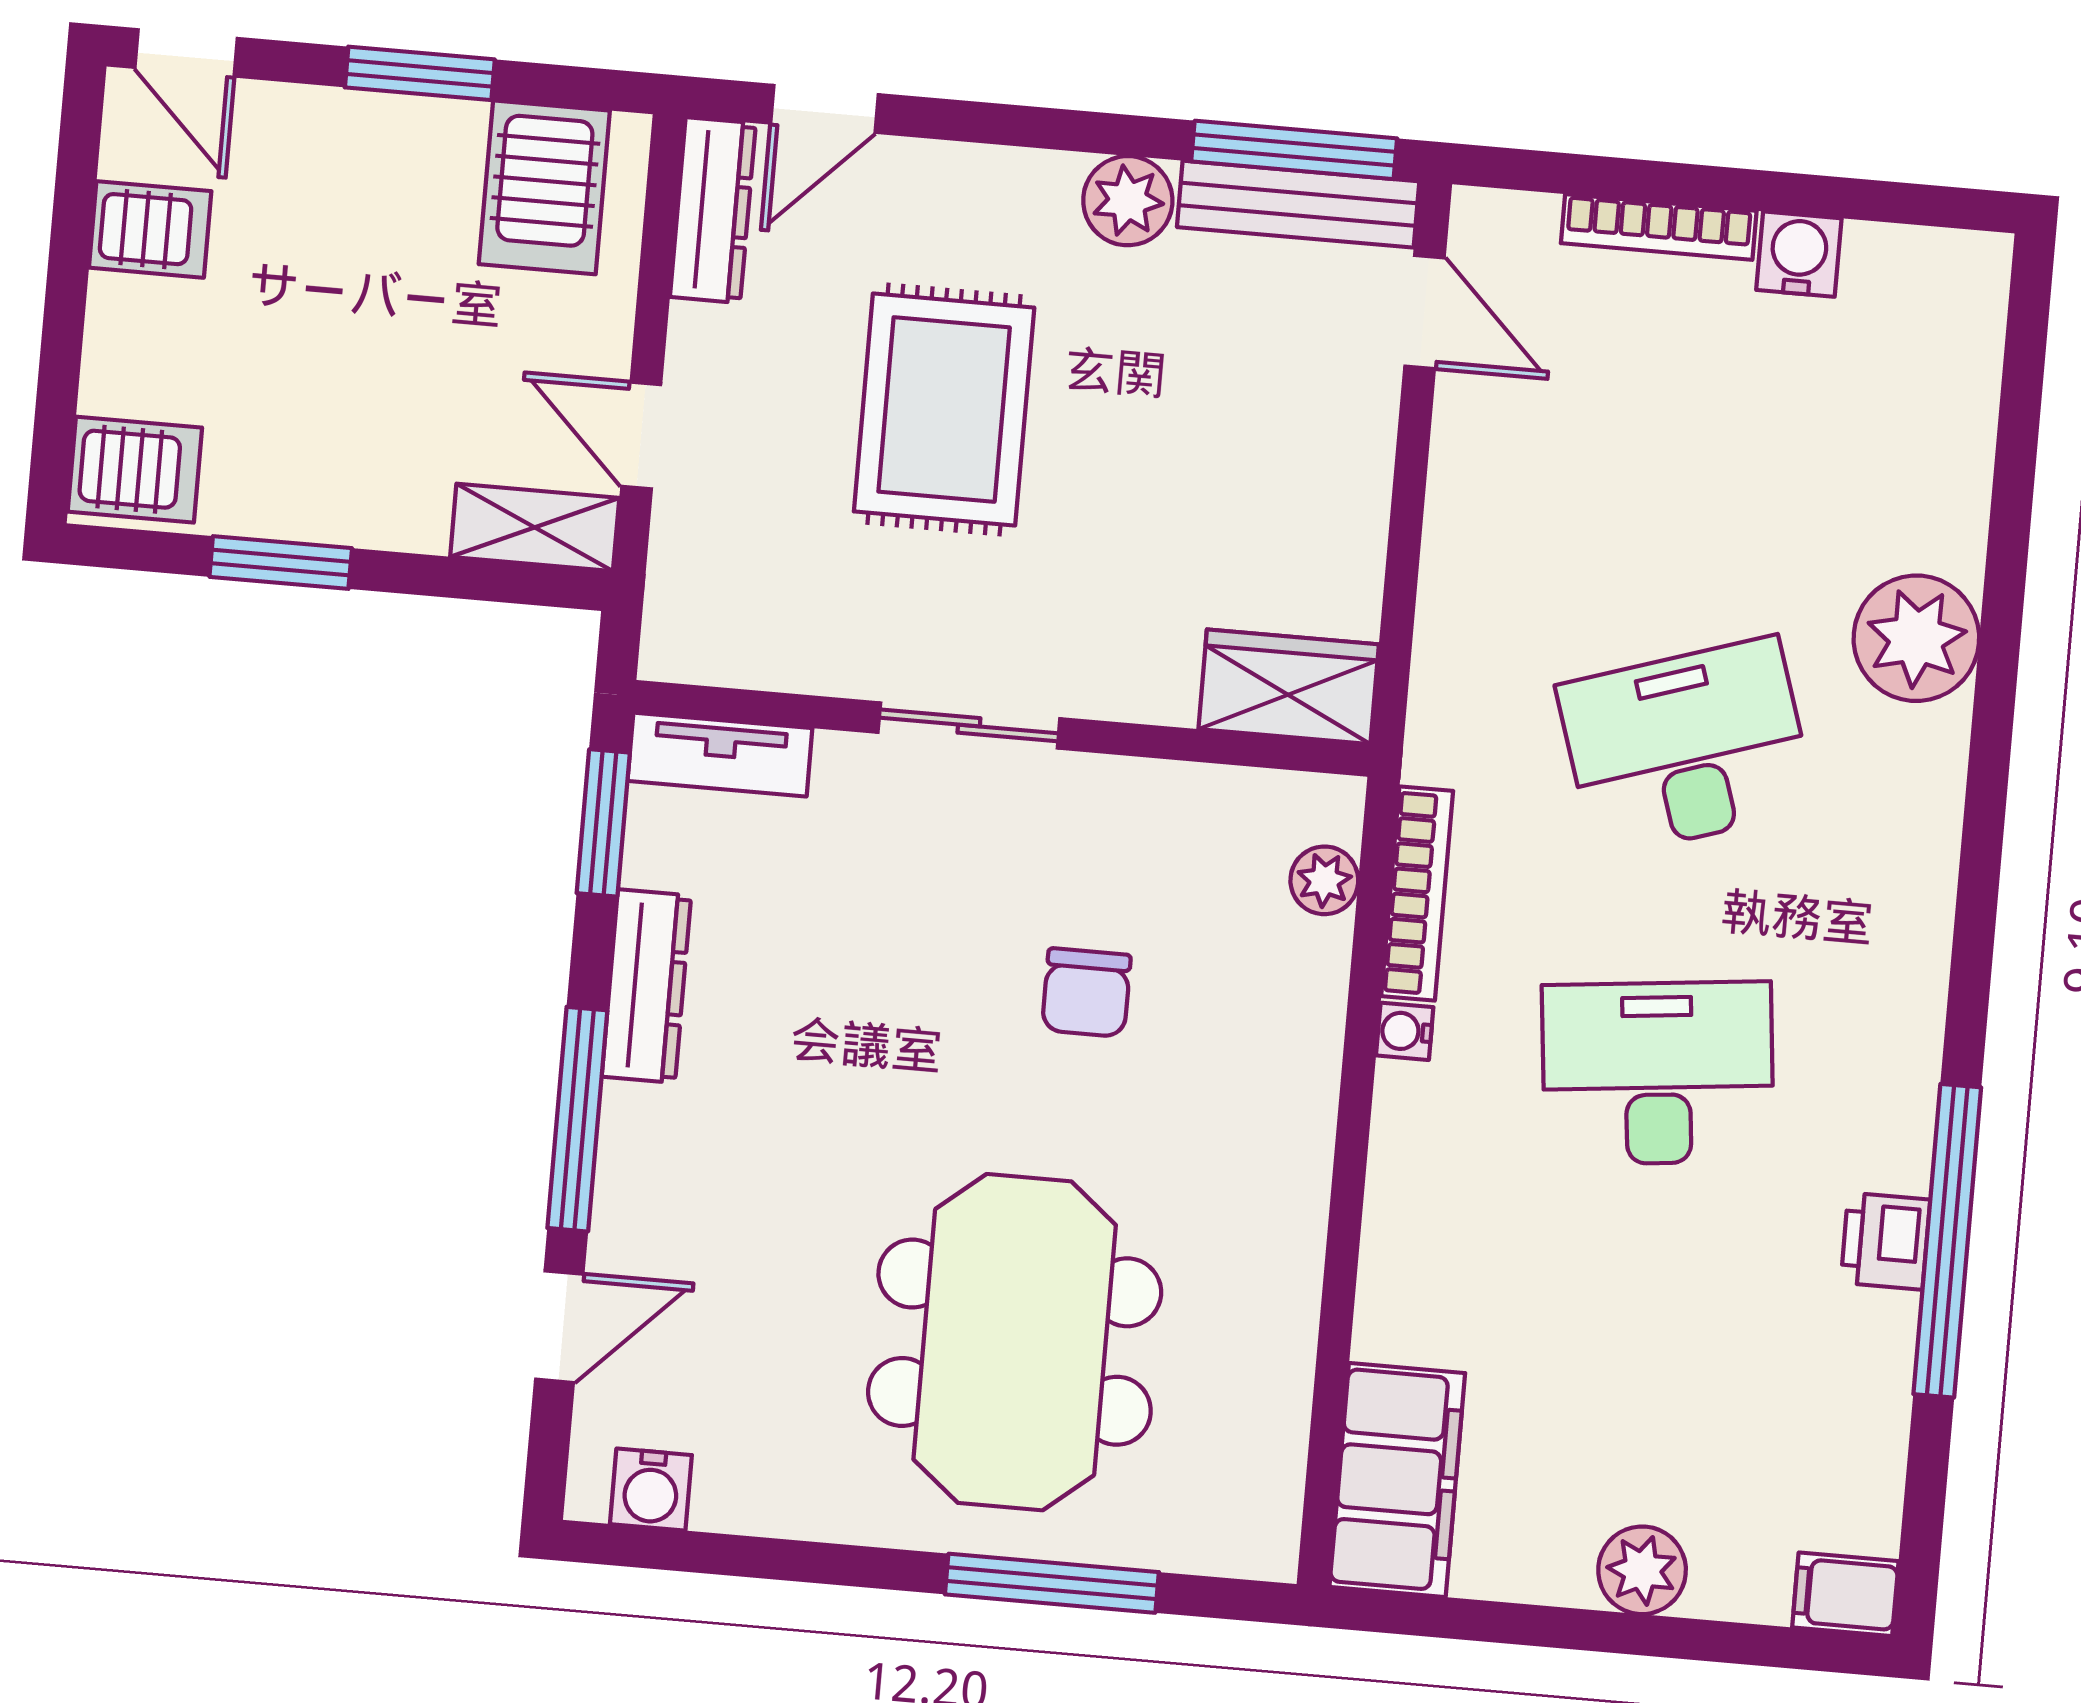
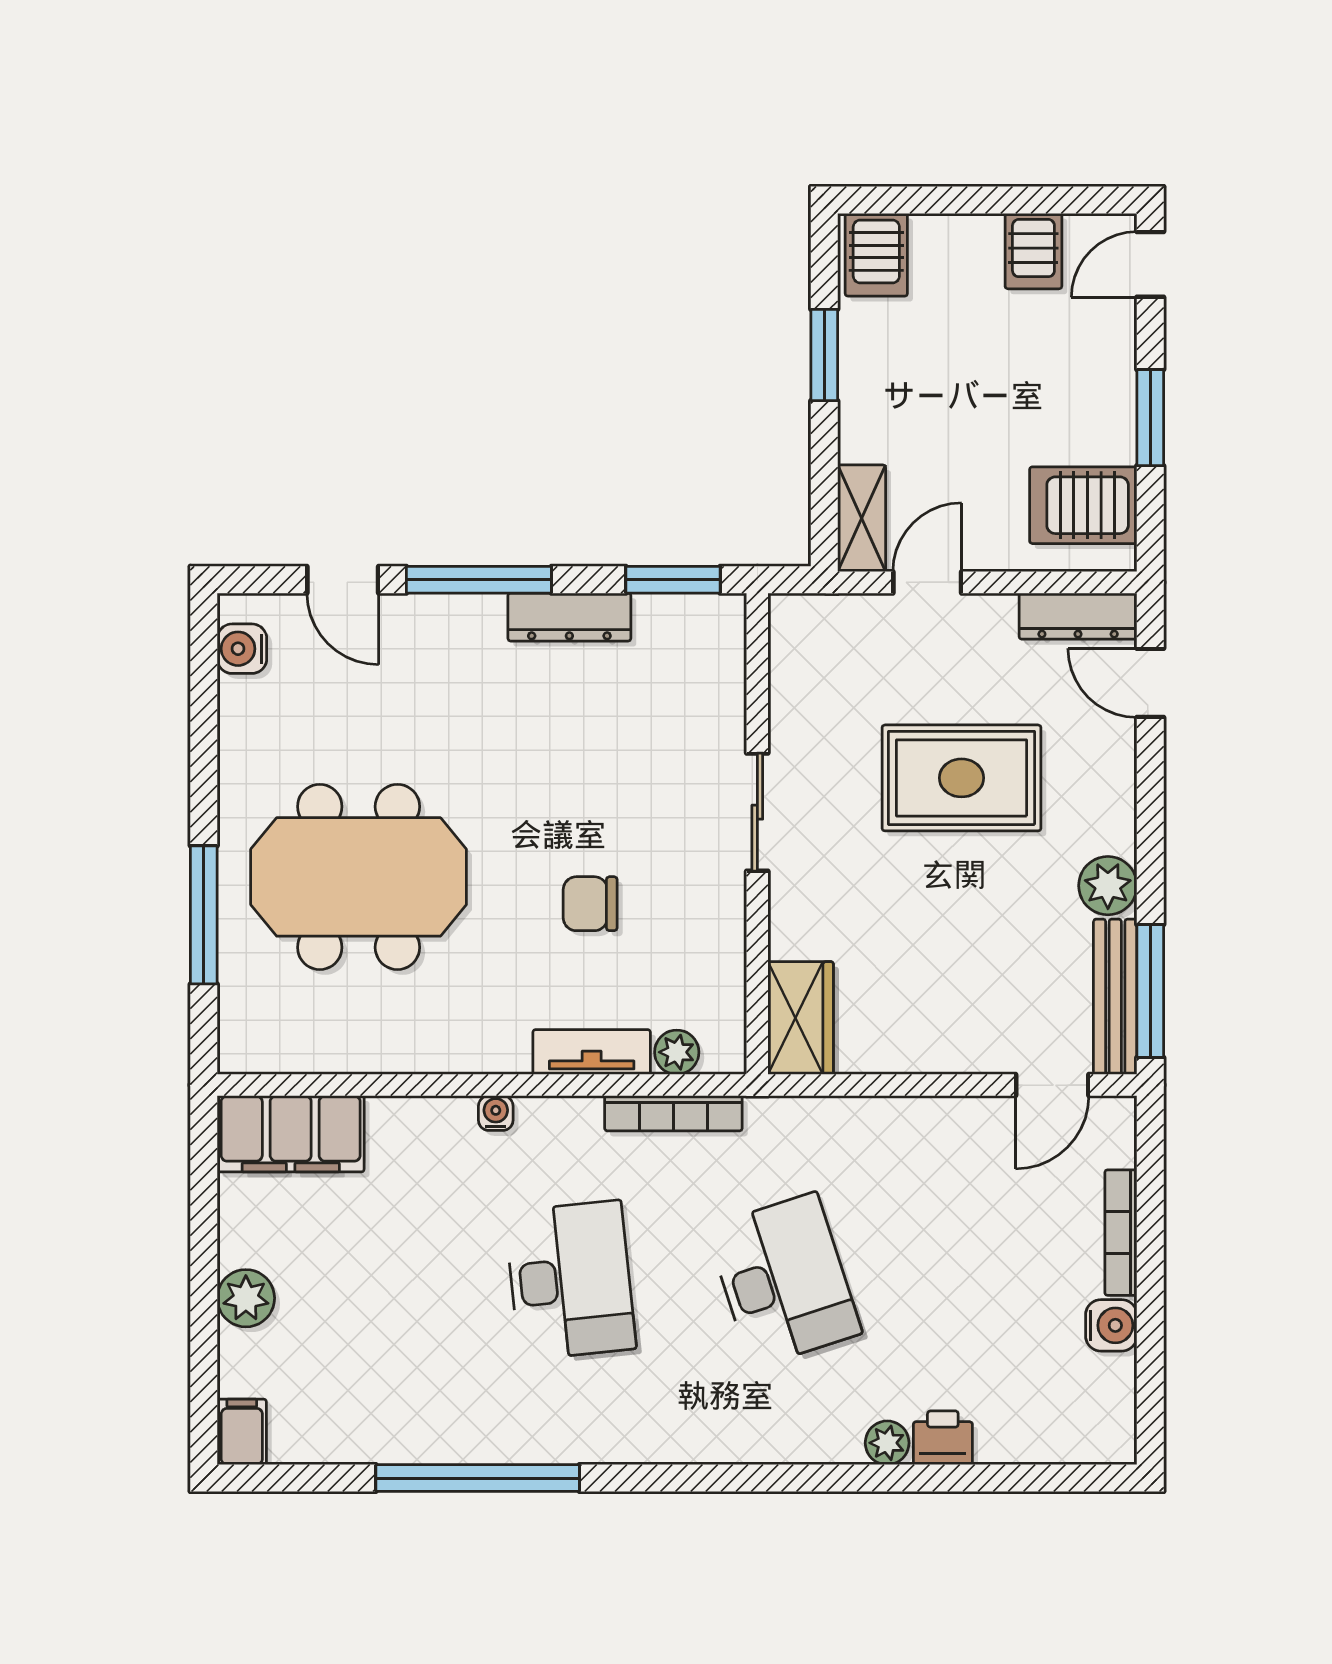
plant: (1916, 638) -> (887, 1443), width x0.53, depth x0.53
tv unit: (720, 755) -> (592, 1052), moved, turned 90
water cooler: (1405, 1031) -> (496, 1113), moved
printer: (1885, 1241) -> (943, 1438), moved

